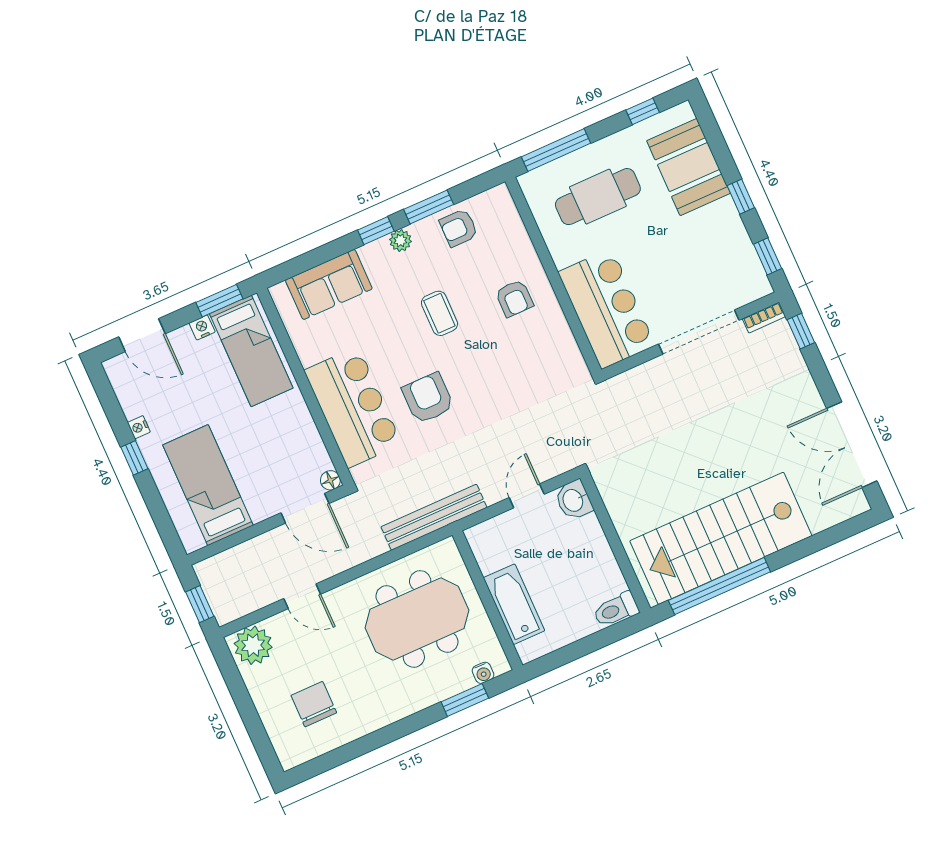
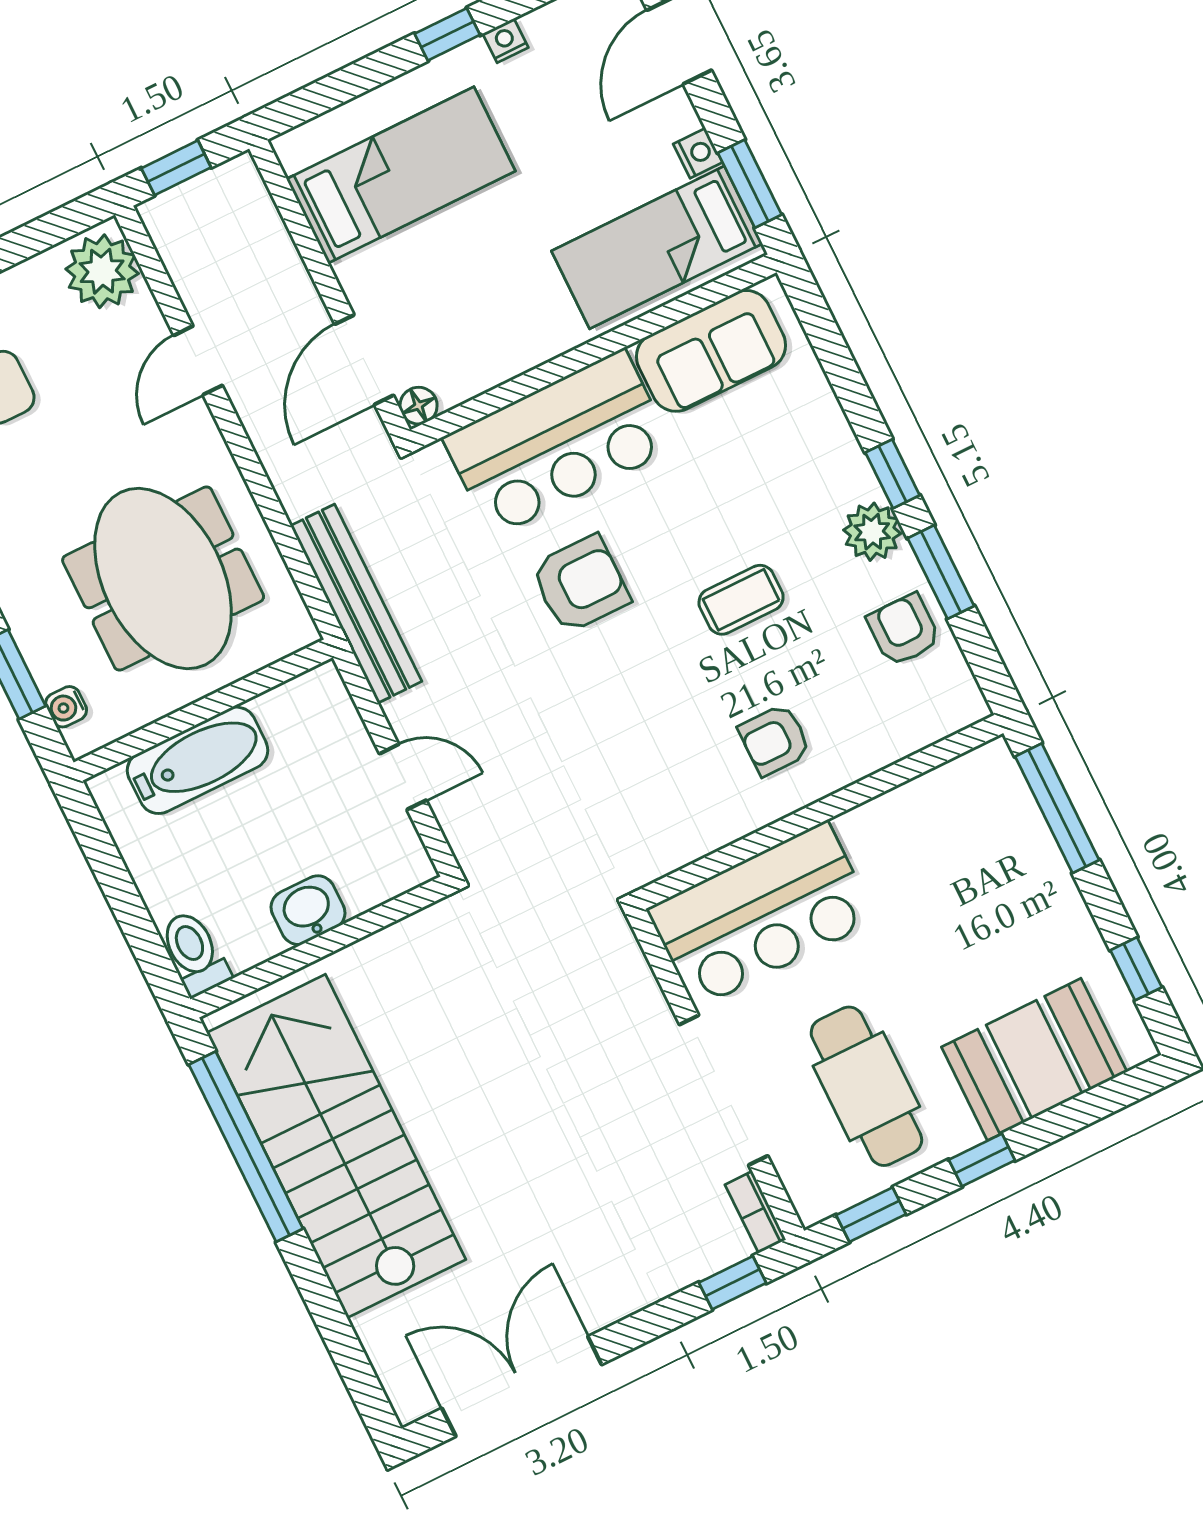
cafe table: (598, 197) -> (866, 1086), moved
plant: (400, 240) -> (872, 532), width x1.38, depth x1.38
sofa: (329, 284) -> (711, 351), moved, turned -90
washbasin: (574, 500) -> (308, 910), moved

